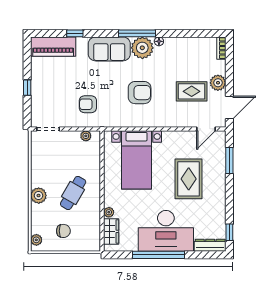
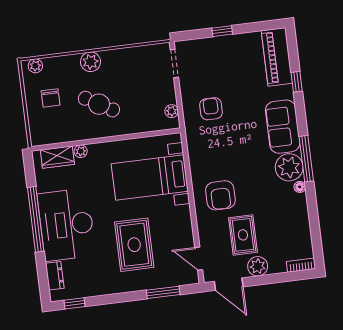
armchair: (140, 93) -> (220, 195), moved
rug: (189, 179) -> (134, 245), turned 90
dresser: (210, 245) -> (55, 276), width x0.70

